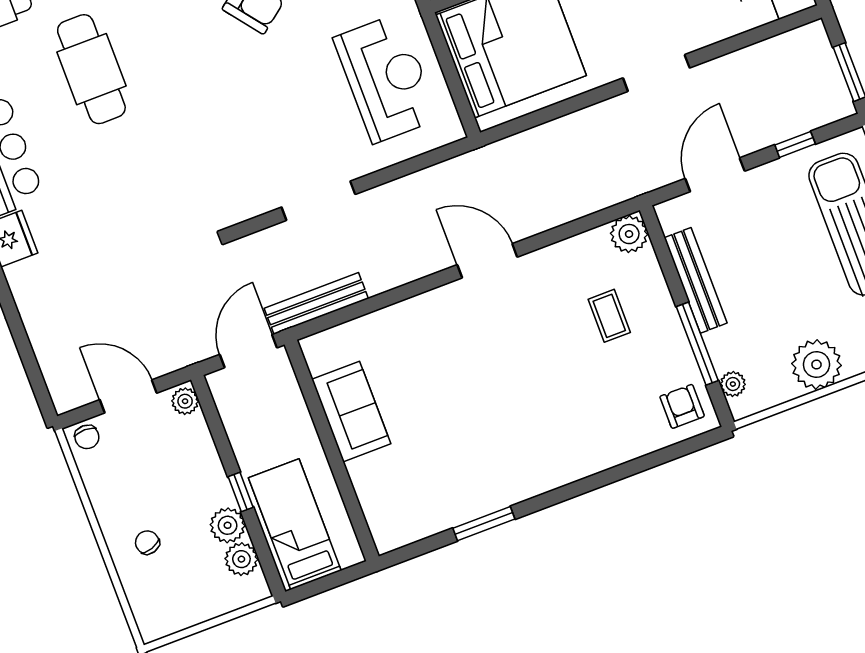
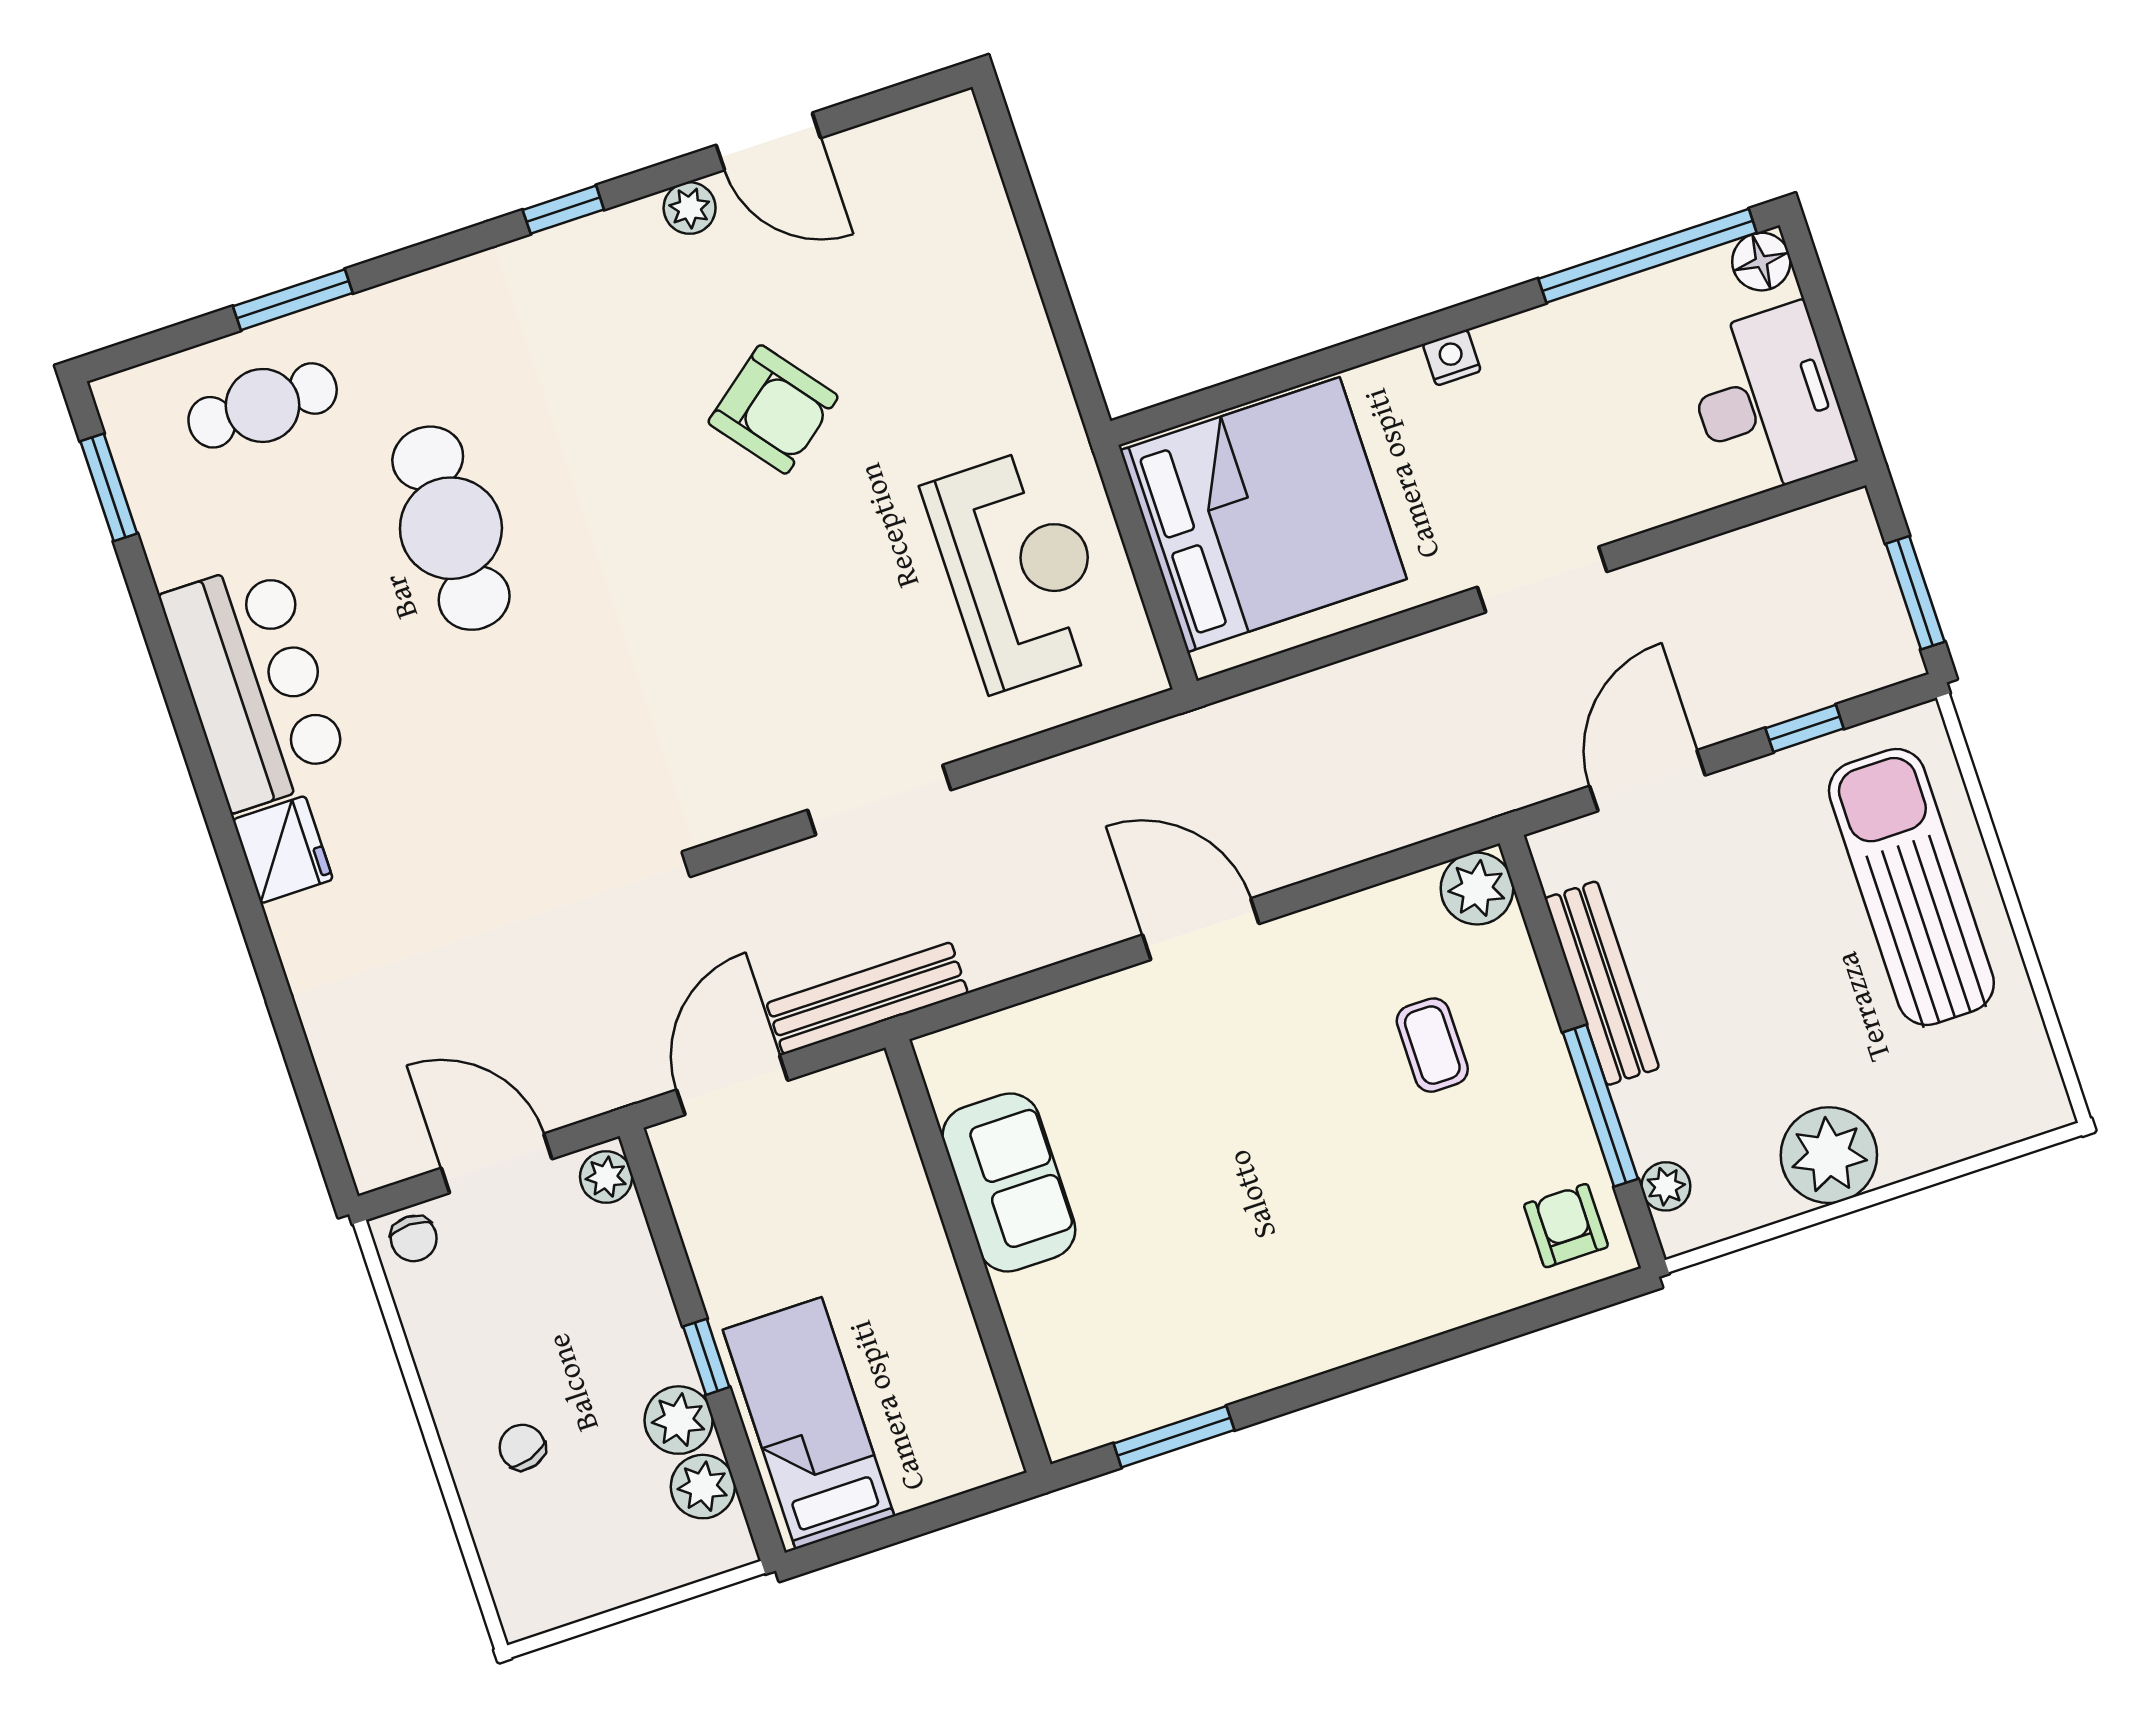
sofa: (351, 412) -> (1009, 1182), moved
wall: (332, 450) -> (968, 1256), moved

